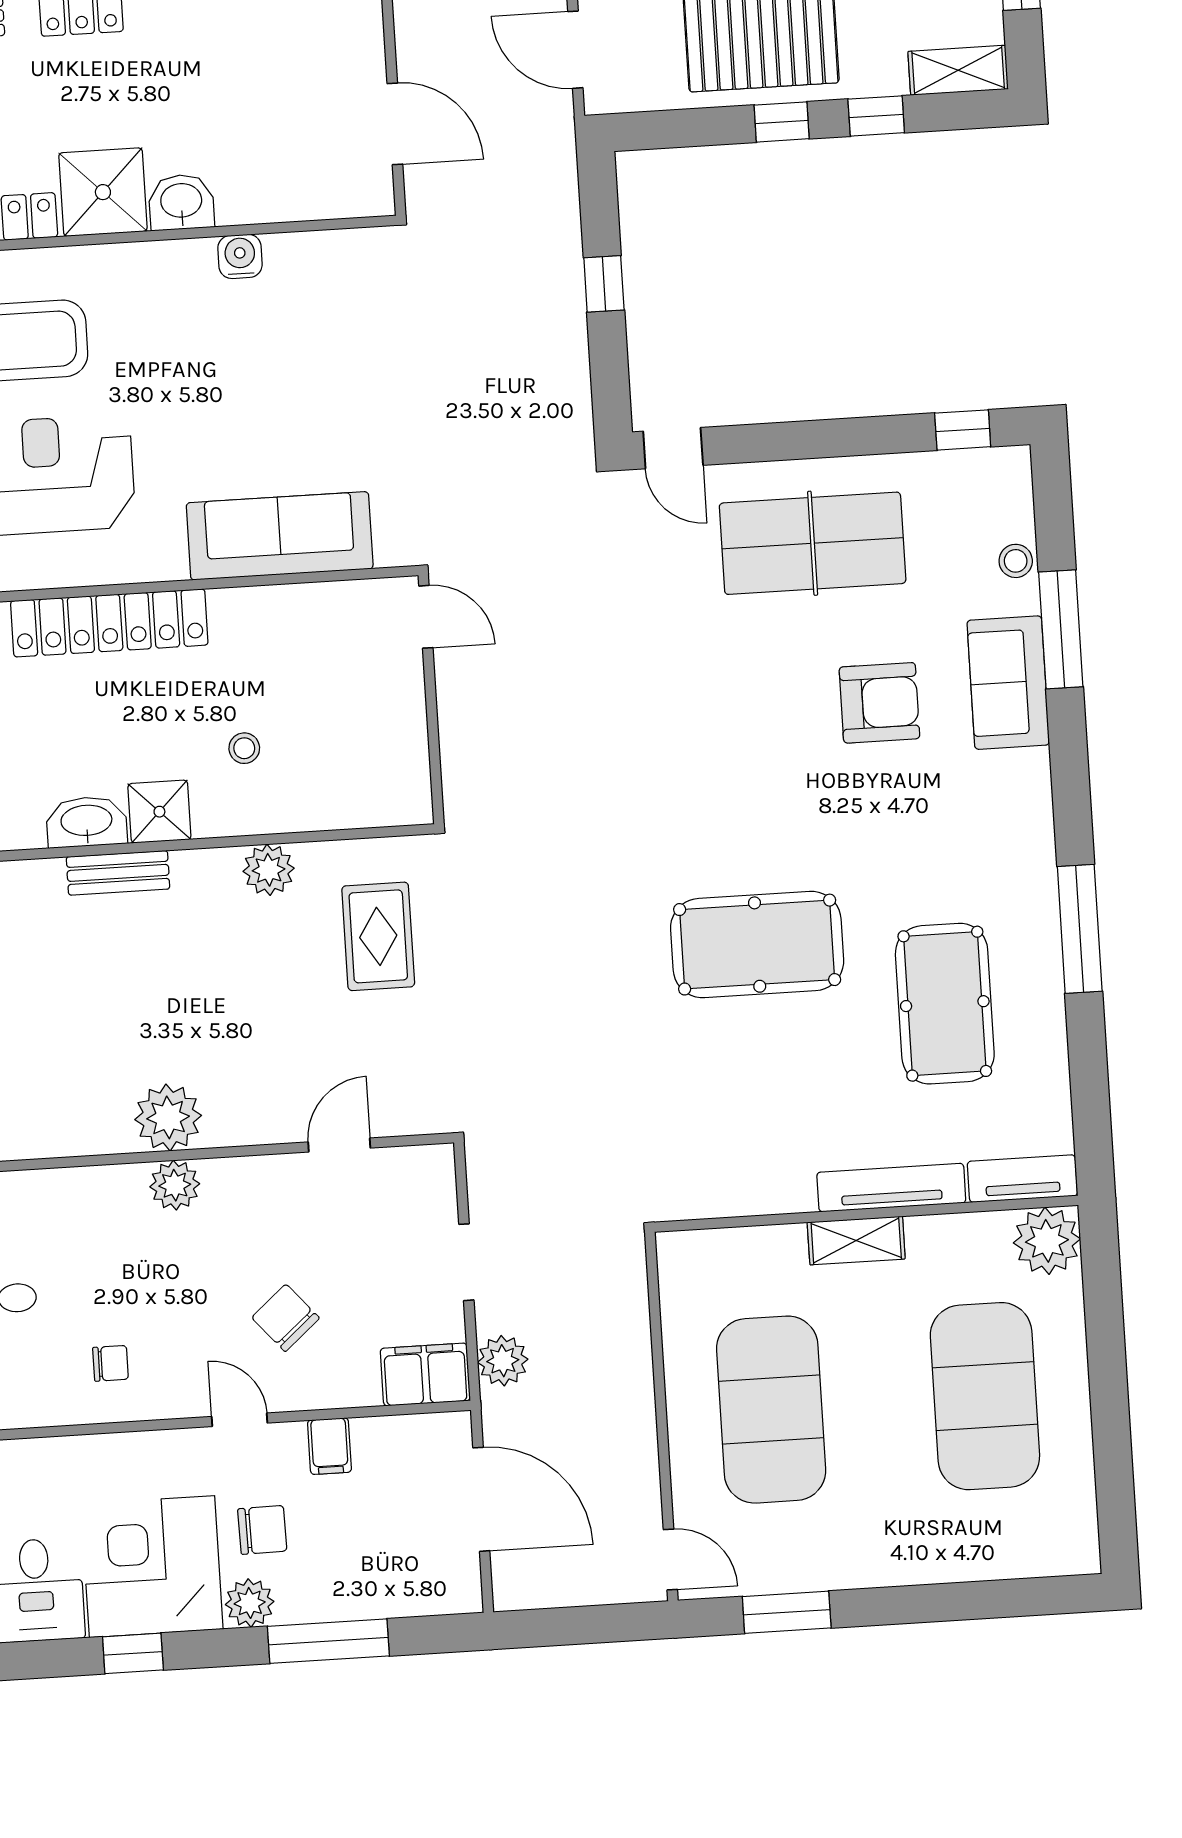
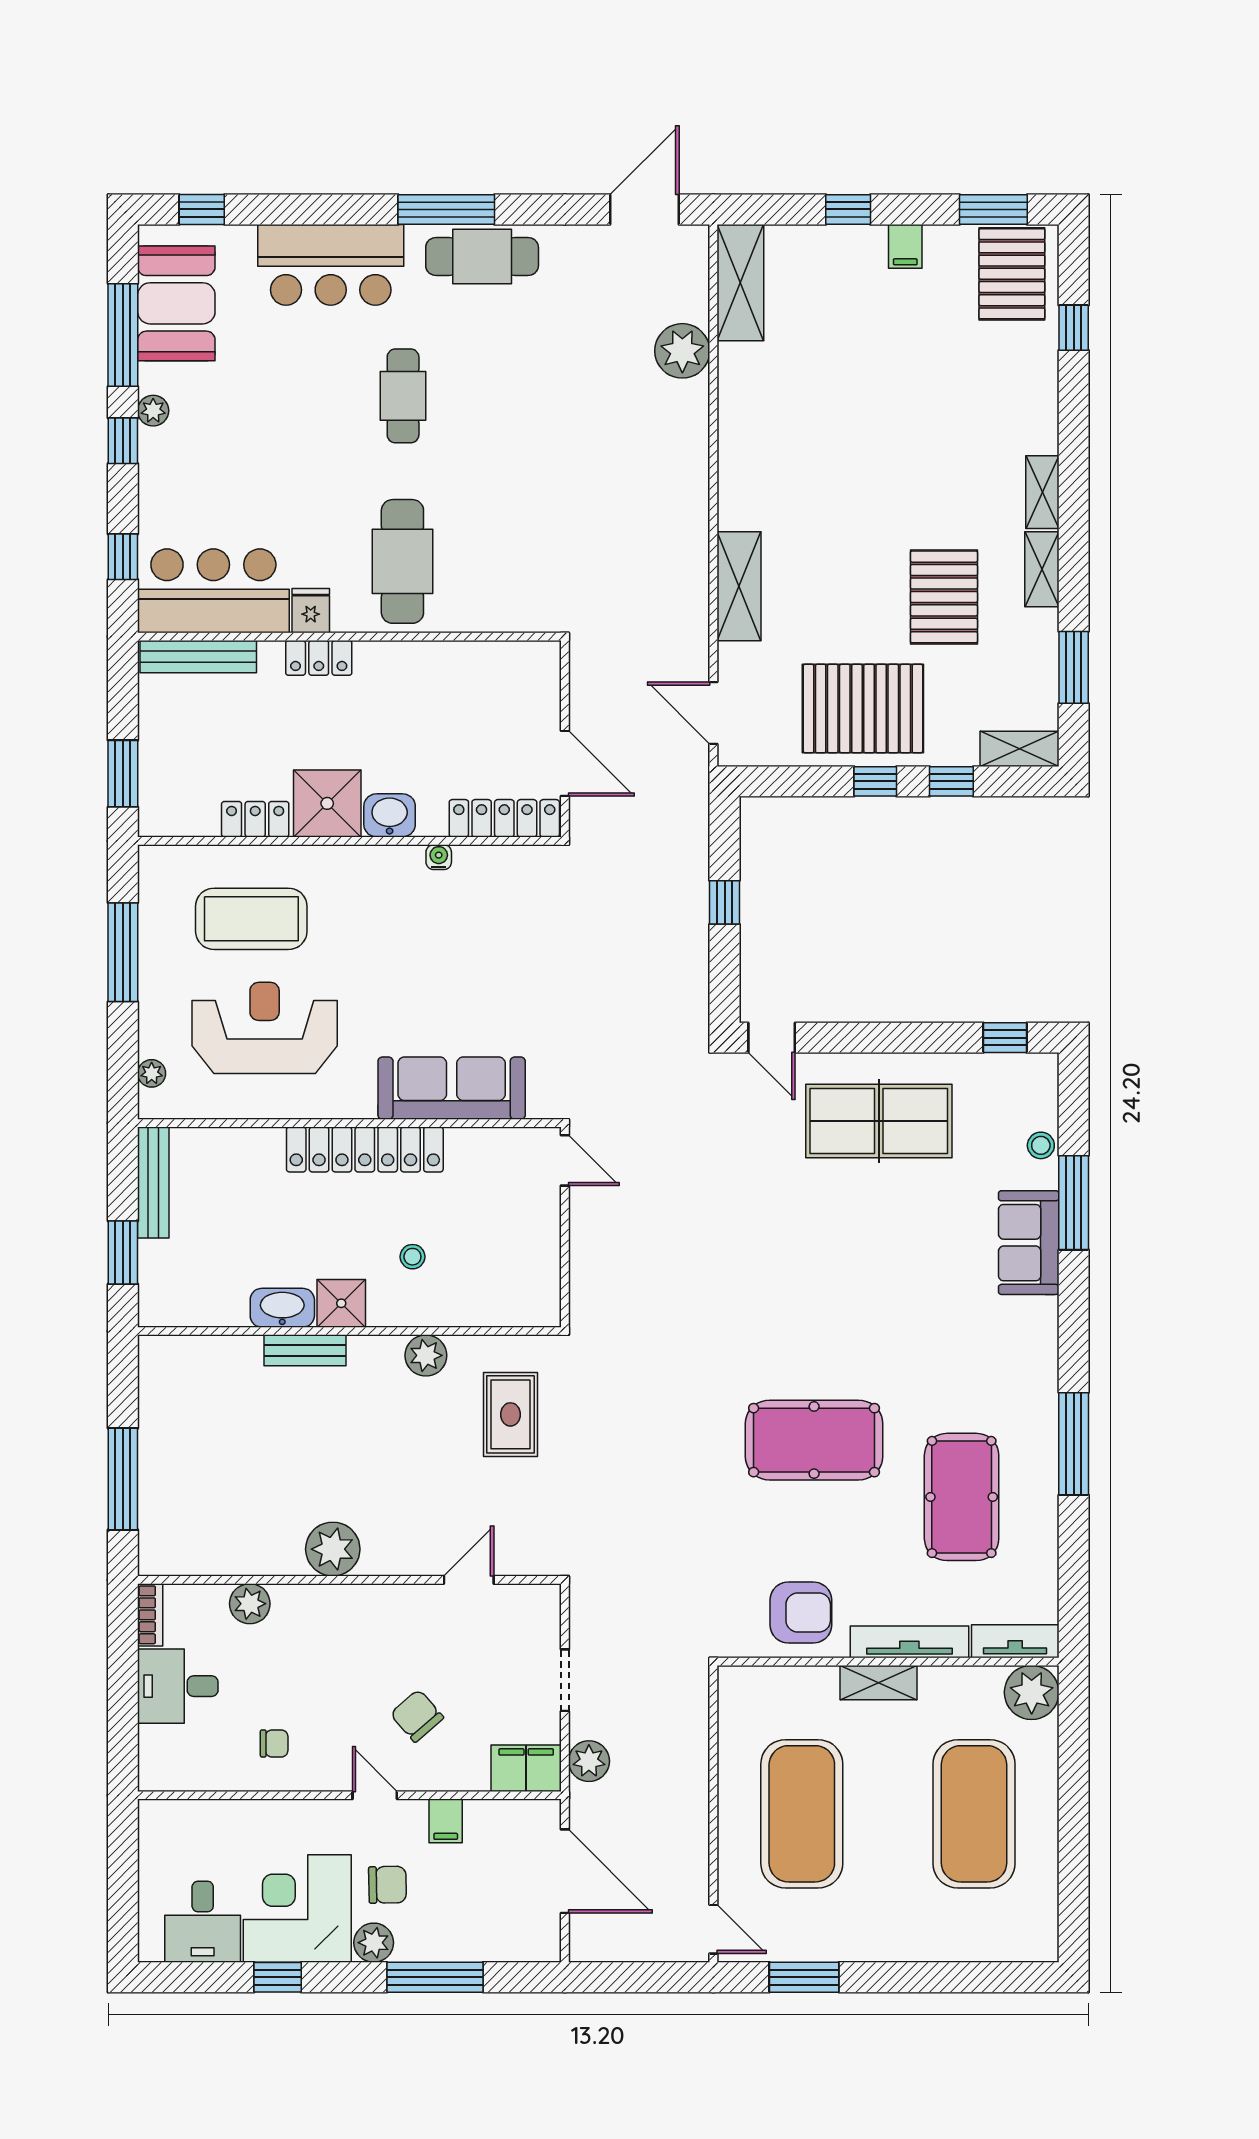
locker: (324, 197) -> (504, 818), added
water cooler: (240, 256) -> (439, 857), width x0.72, depth x0.72
locker: (109, 623) -> (365, 1149), moved
armchair: (879, 703) -> (801, 1613), moved
plant: (175, 1185) -> (250, 1604), moved

